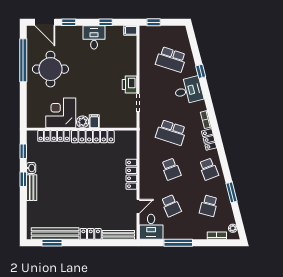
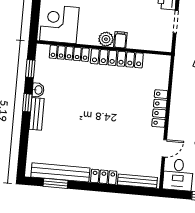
corner desk: (61, 113) -> (59, 24), moved

